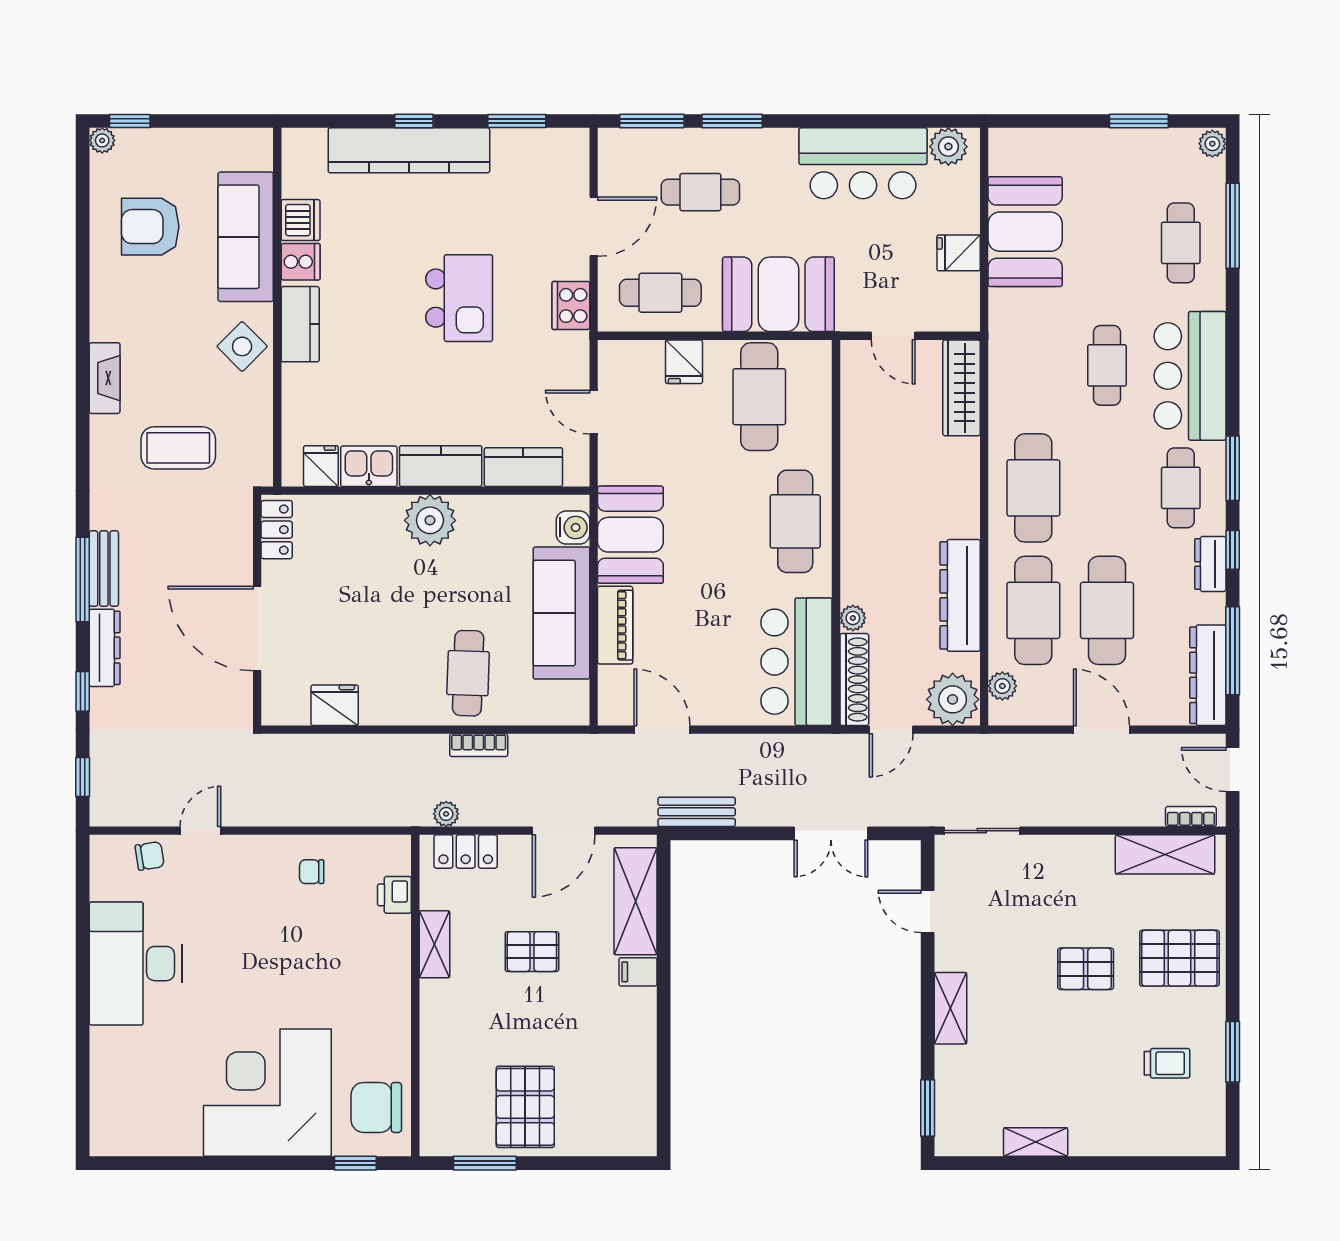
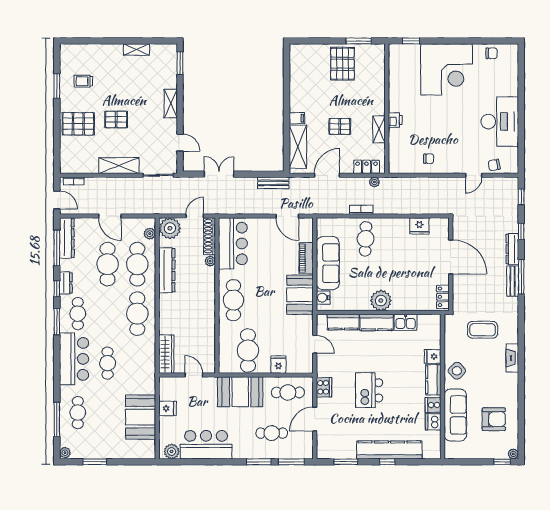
fridge: (321, 466) -> (433, 356), moved, turned 90
shelving: (1165, 854) -> (119, 166), moved
printer: (394, 895) -> (395, 120), moved
chair: (376, 1107) -> (492, 53), moved, width x0.54, depth x0.54

